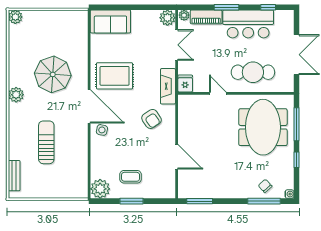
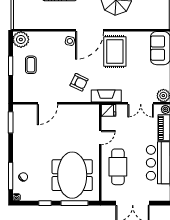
armchair: (151, 119) -> (79, 82), turned -120
meeting table: (263, 127) -> (72, 175), turned 90

